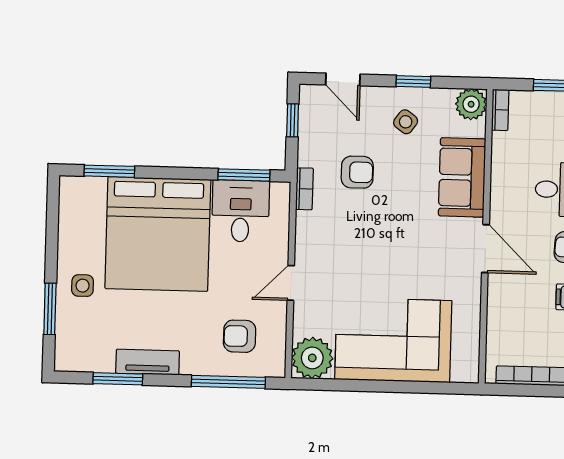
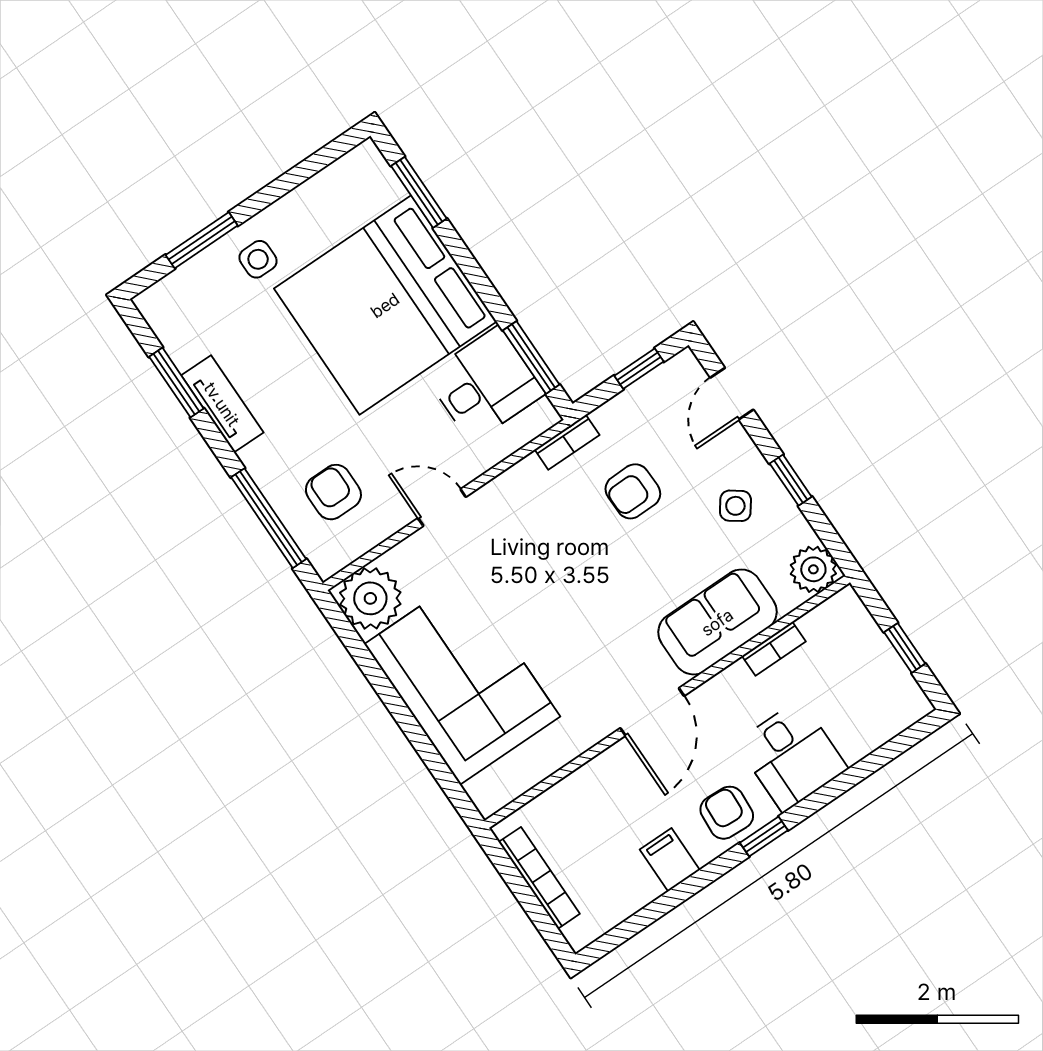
bookcase: (500, 110) -> (774, 649), moved
armchair: (357, 172) -> (633, 491), turned 89

